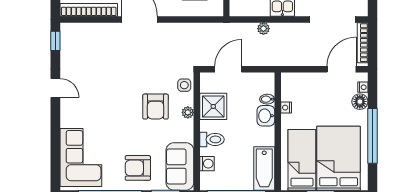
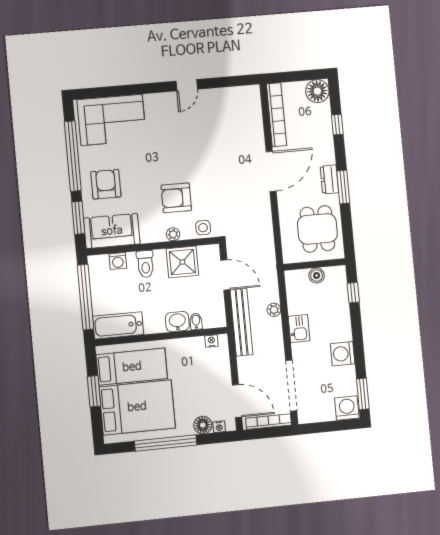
window: (55, 41) -> (239, 81), removed
bench: (272, 59) -> (242, 322), added
nightstand: (286, 108) -> (211, 341), moved

